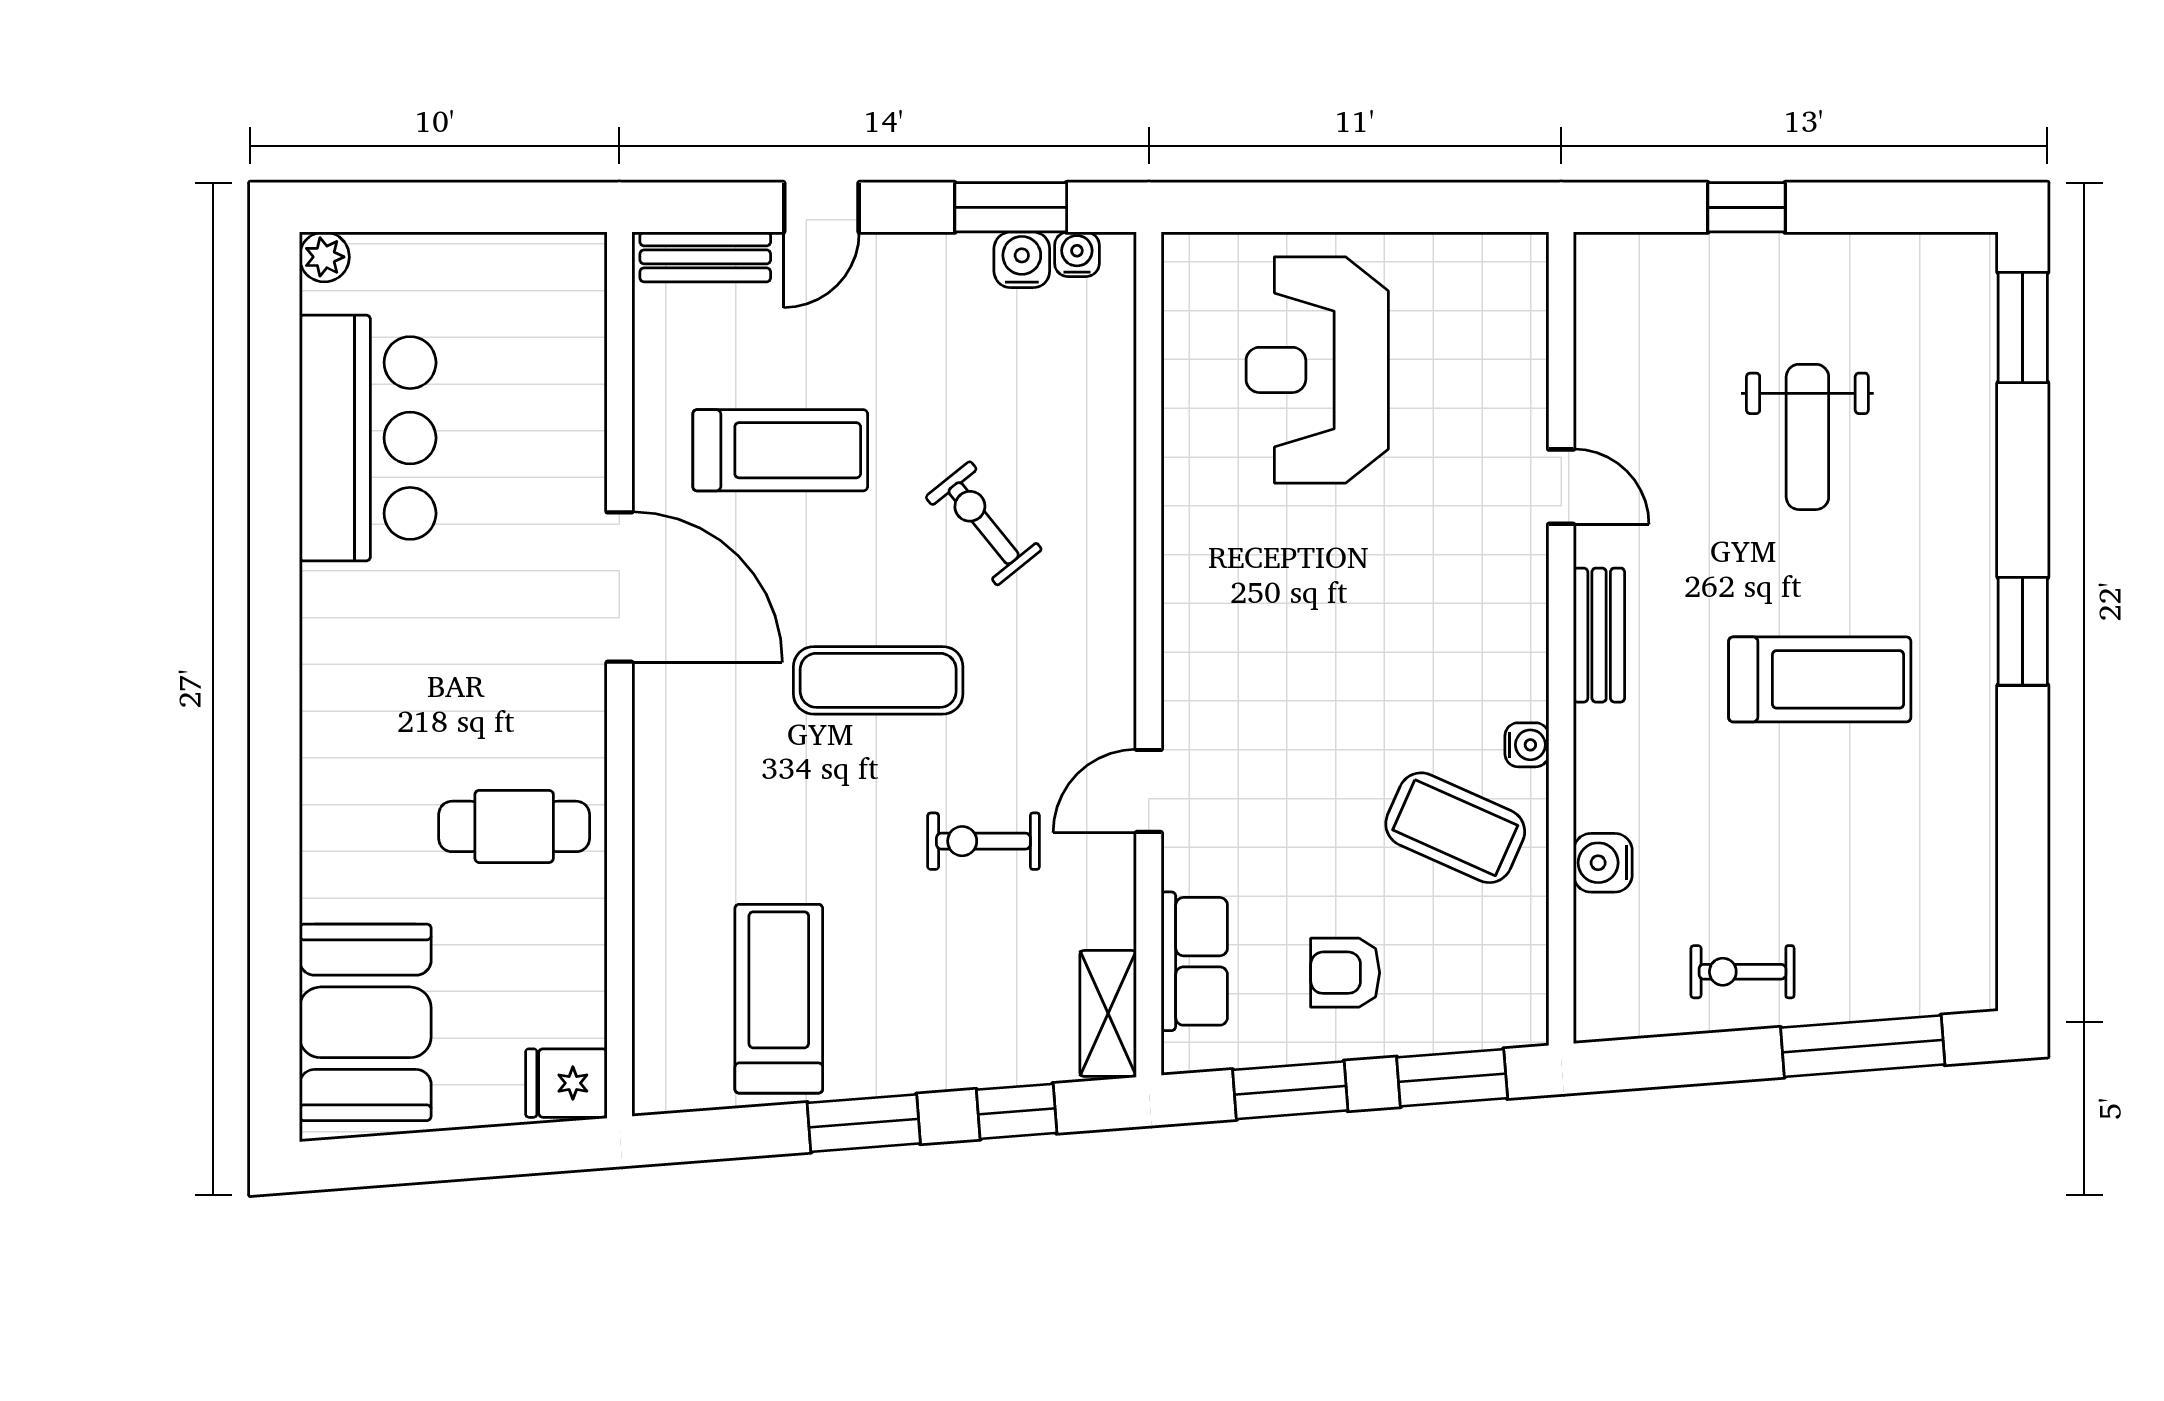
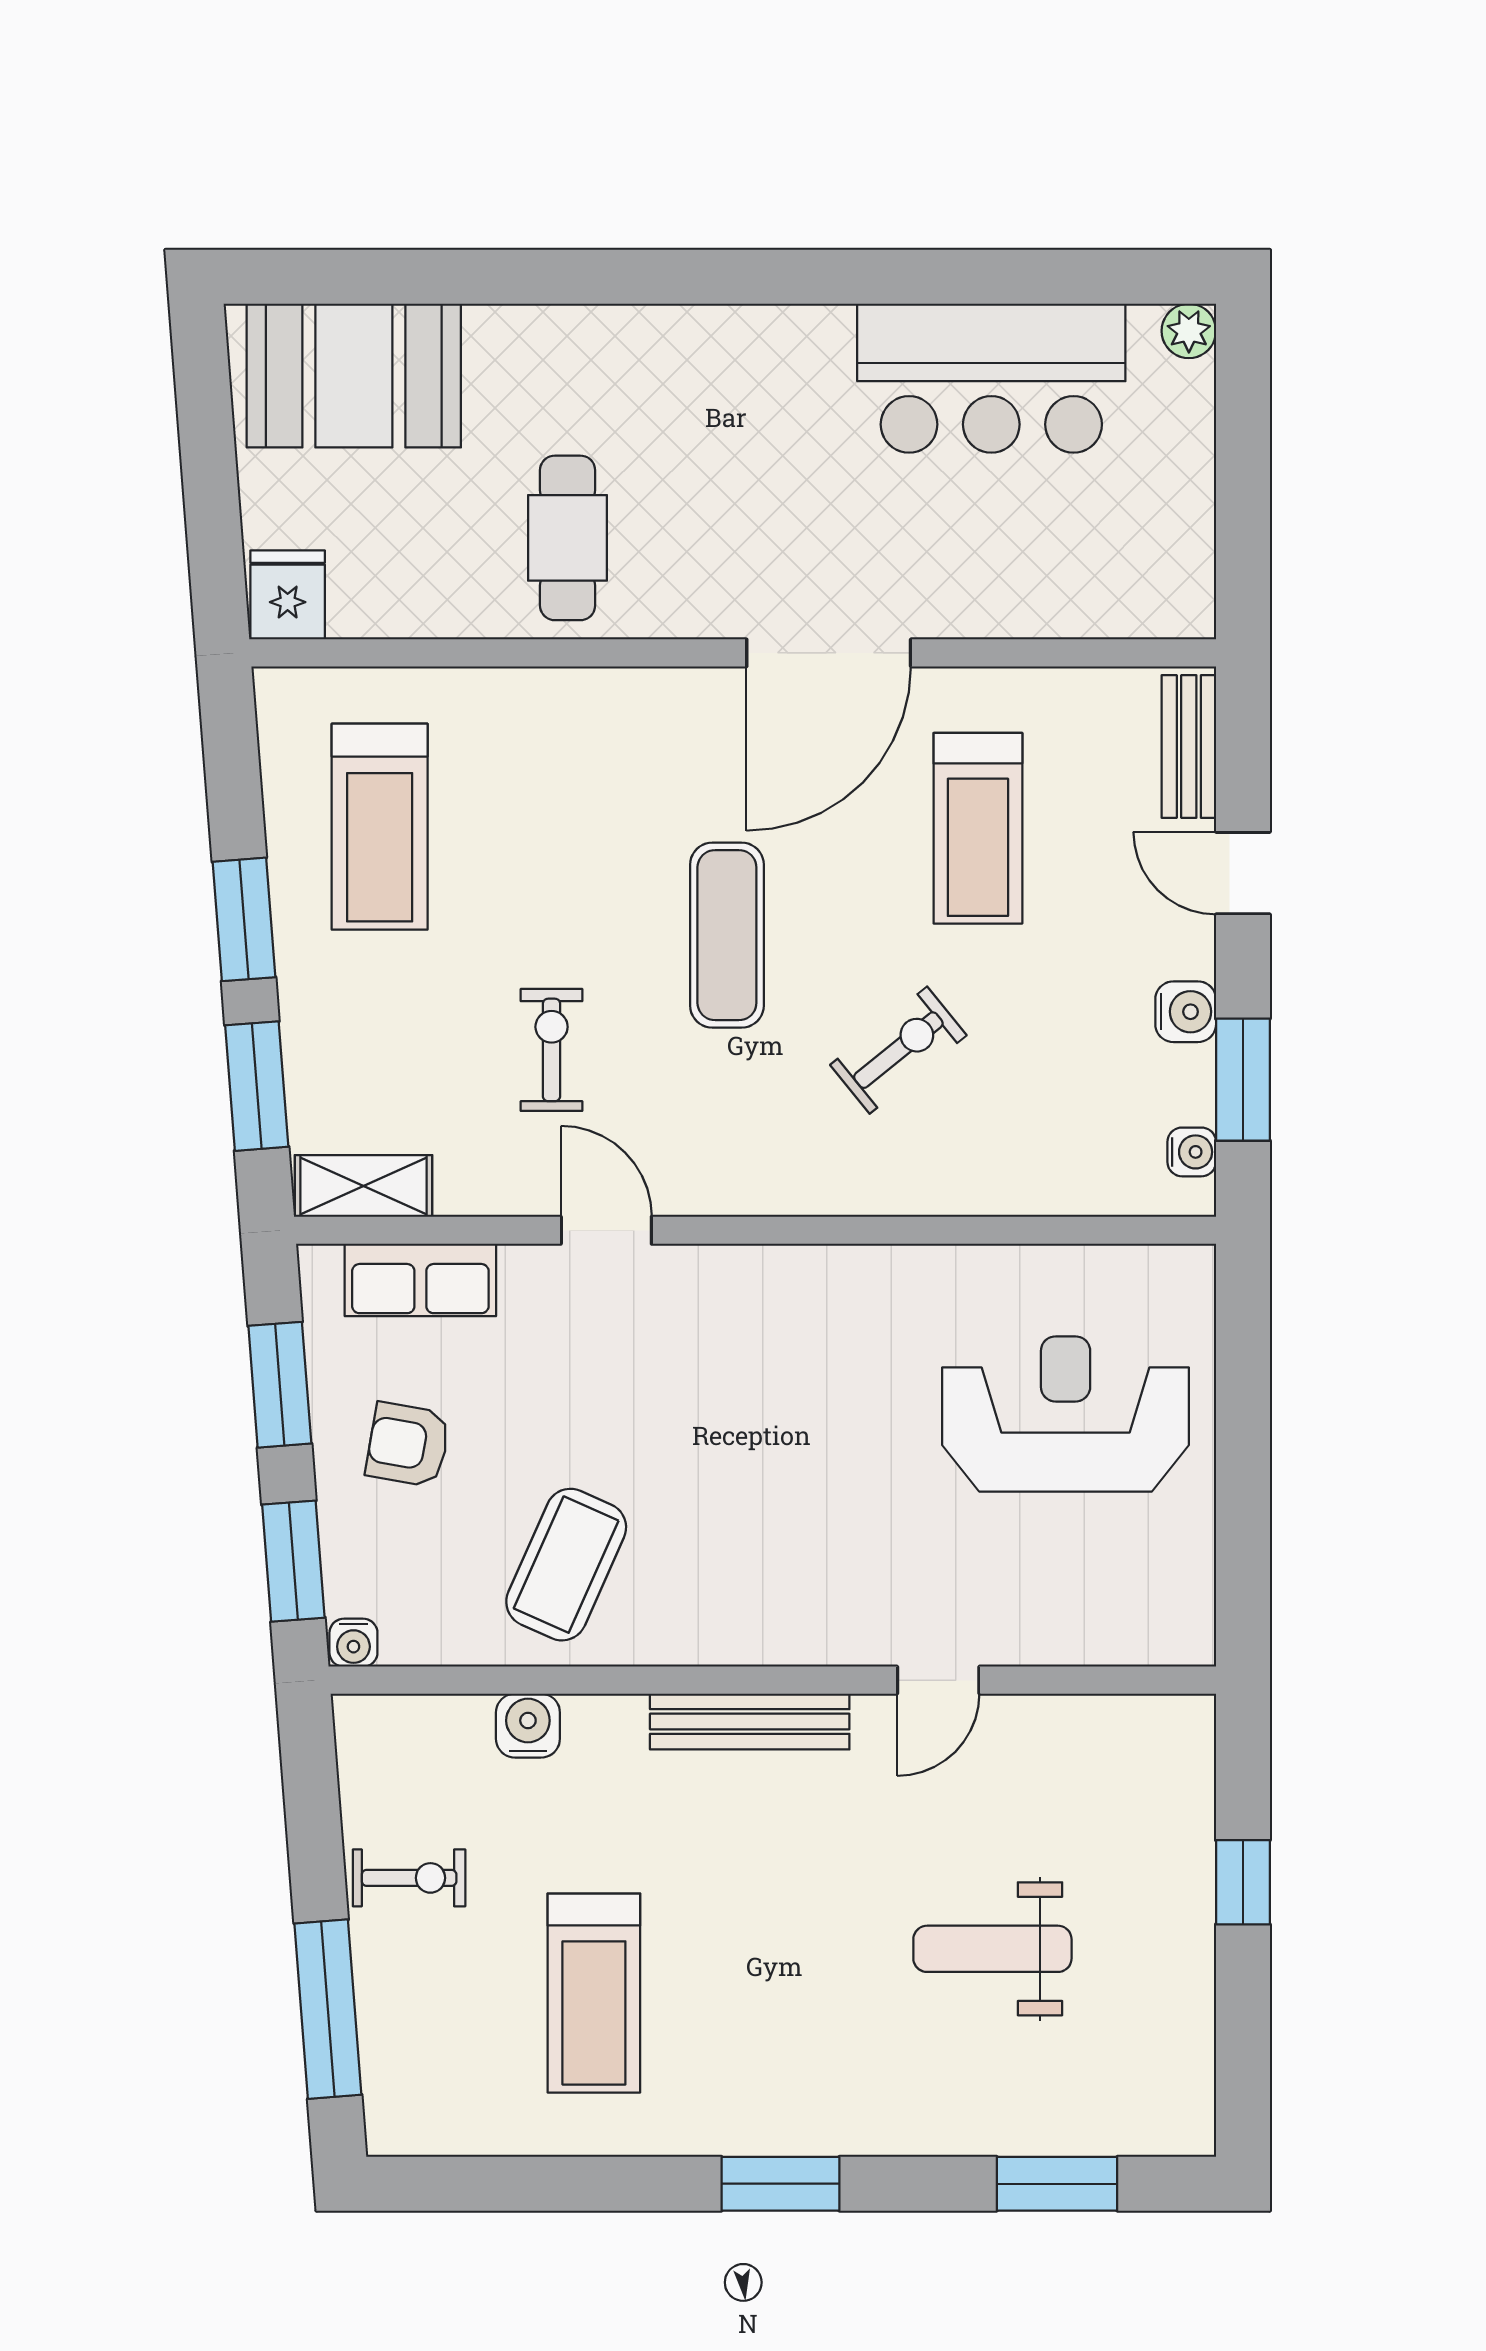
water cooler: (1022, 260) -> (1186, 1012), moved
window: (2023, 328) -> (1057, 2184), moved
bench: (1599, 635) -> (750, 1722), width x1.36
treadmill: (1820, 679) -> (594, 1993), moved
water cooler: (1527, 745) -> (353, 1643), moved
exercise bike: (1742, 972) -> (409, 1878), turned 90
armchair: (1345, 973) -> (408, 1445), turned -80
treadmill: (779, 999) -> (380, 827), turned 90
window: (1017, 1111) -> (257, 1086), width x1.50

